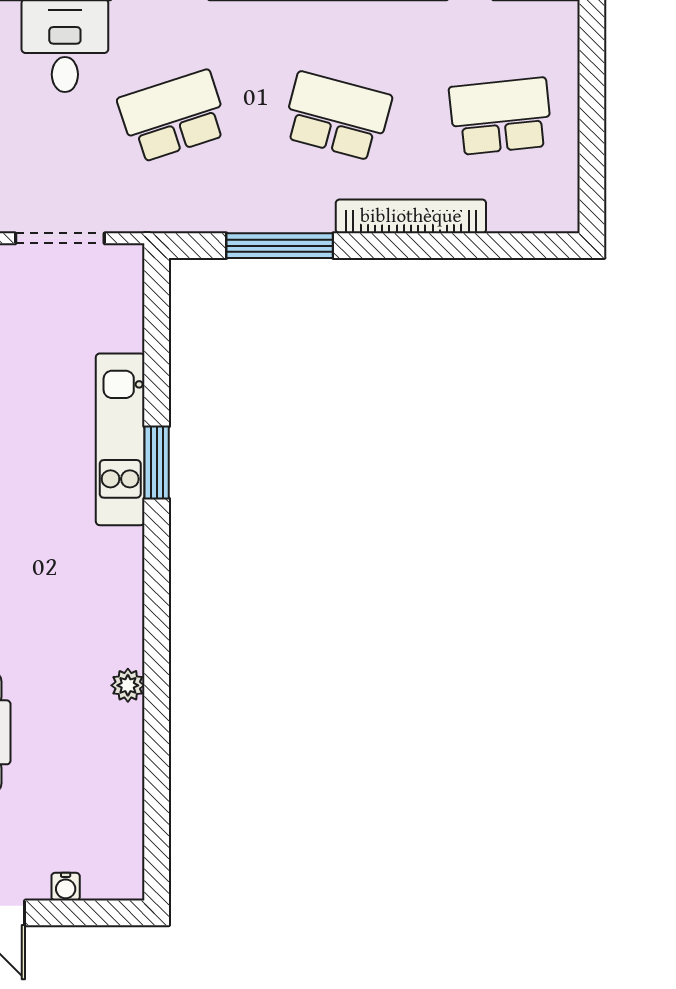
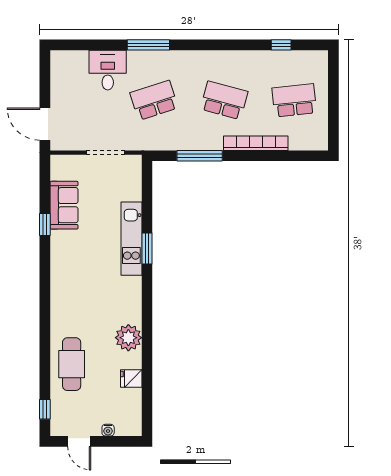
plant: (128, 685) -> (128, 338), width x1.87, depth x1.87
fridge: (120, 766) -> (131, 379), added

